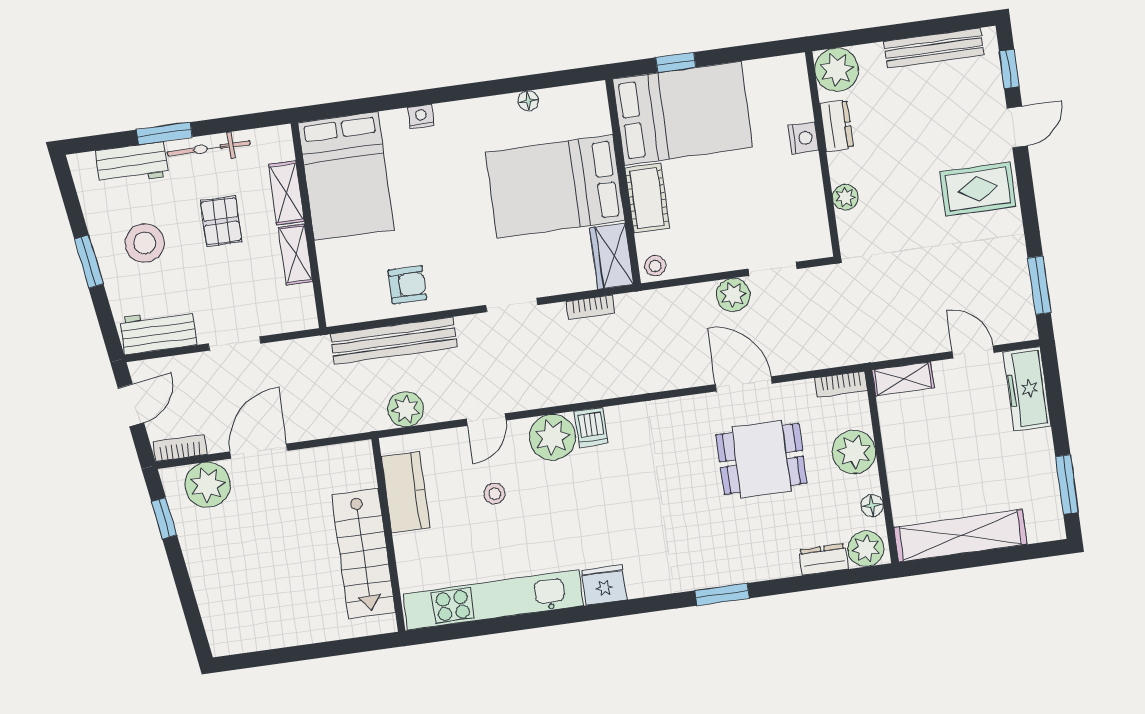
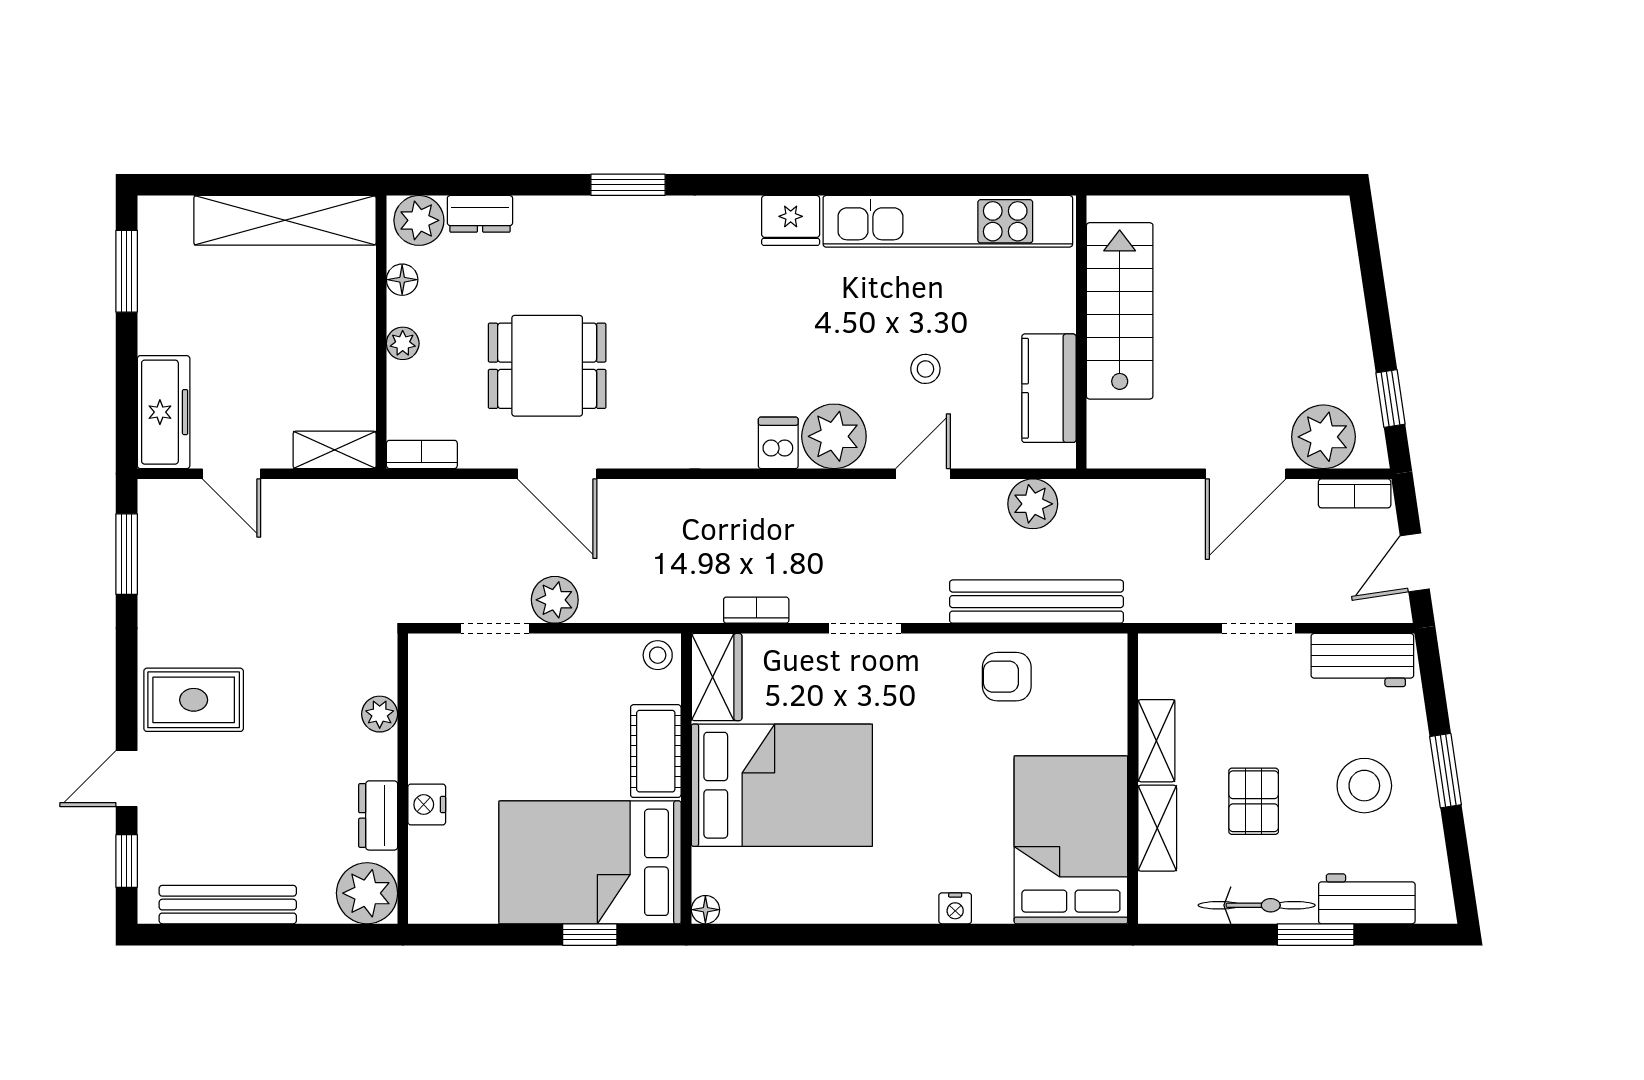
floor lamp: (528, 101) -> (705, 910), moved
plant: (854, 452) -> (403, 343), width x0.53, depth x0.53

